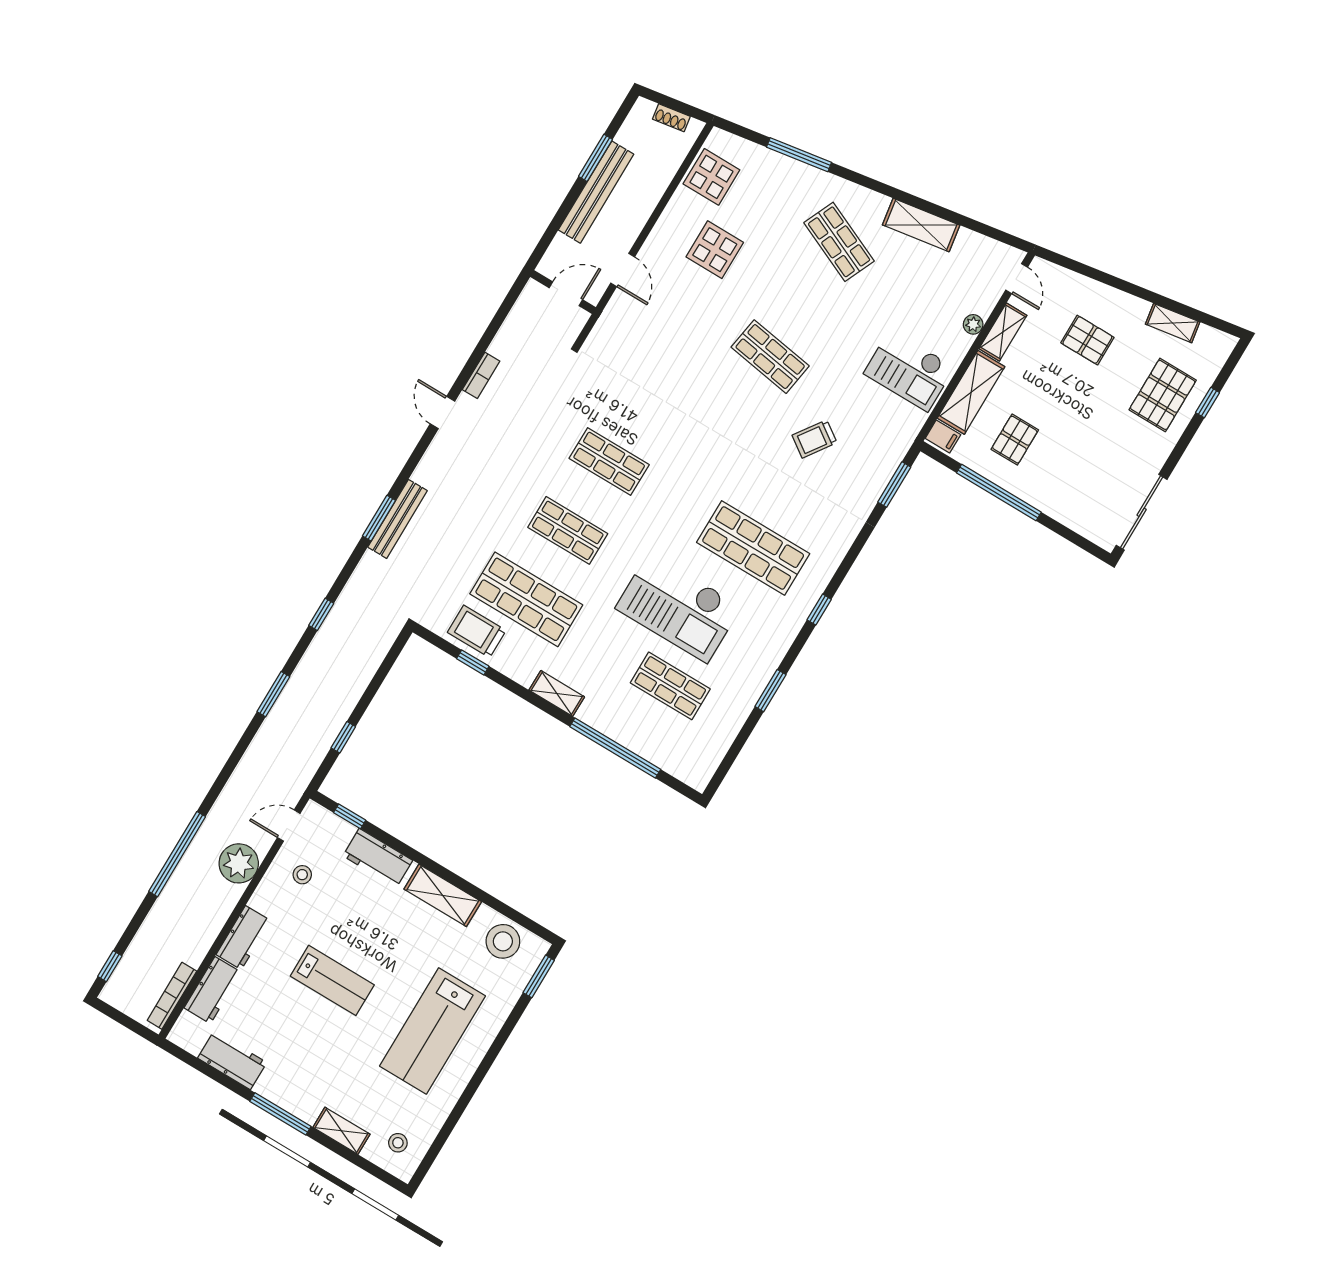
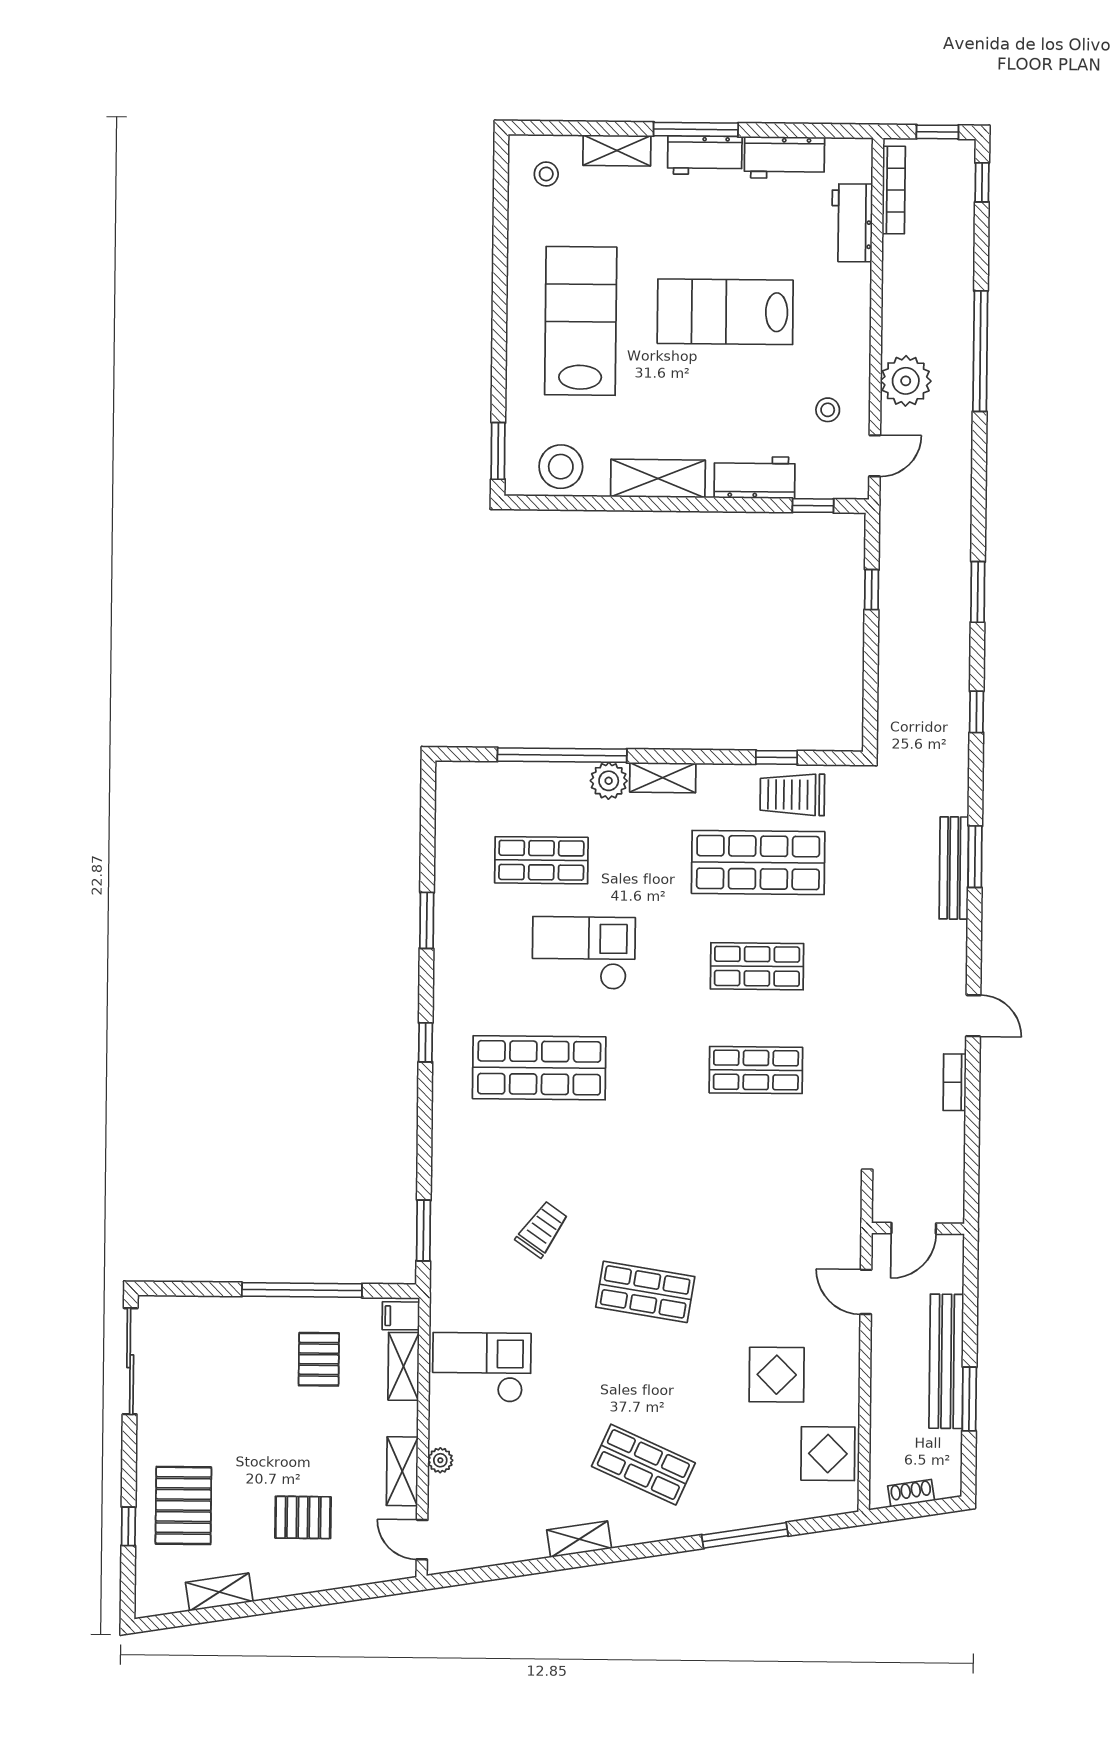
shelving: (921, 225) -> (579, 1539), width x0.67, depth x0.75
shelving: (971, 392) -> (404, 1366), width x0.67, depth x0.75
checkout: (678, 607) -> (584, 953), width x0.73, depth x0.83
trolley: (477, 631) -> (792, 795), turned 180
plant: (594, 713) -> (609, 781), added
workbench: (243, 938) -> (705, 155), moved, turned -90
lab bench: (332, 980) -> (725, 312), width x1.36, depth x1.39
window: (120, 1017) -> (937, 132), added

